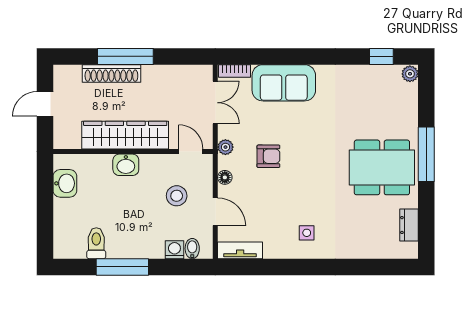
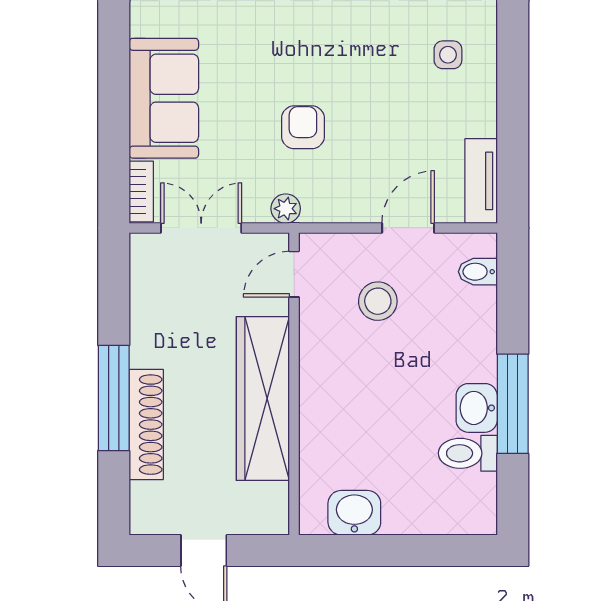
washbasin: (126, 165) -> (477, 408), moved, turned 180
floor lamp: (225, 177) -> (343, 210), removed
washing machine: (174, 250) -> (480, 305), removed

